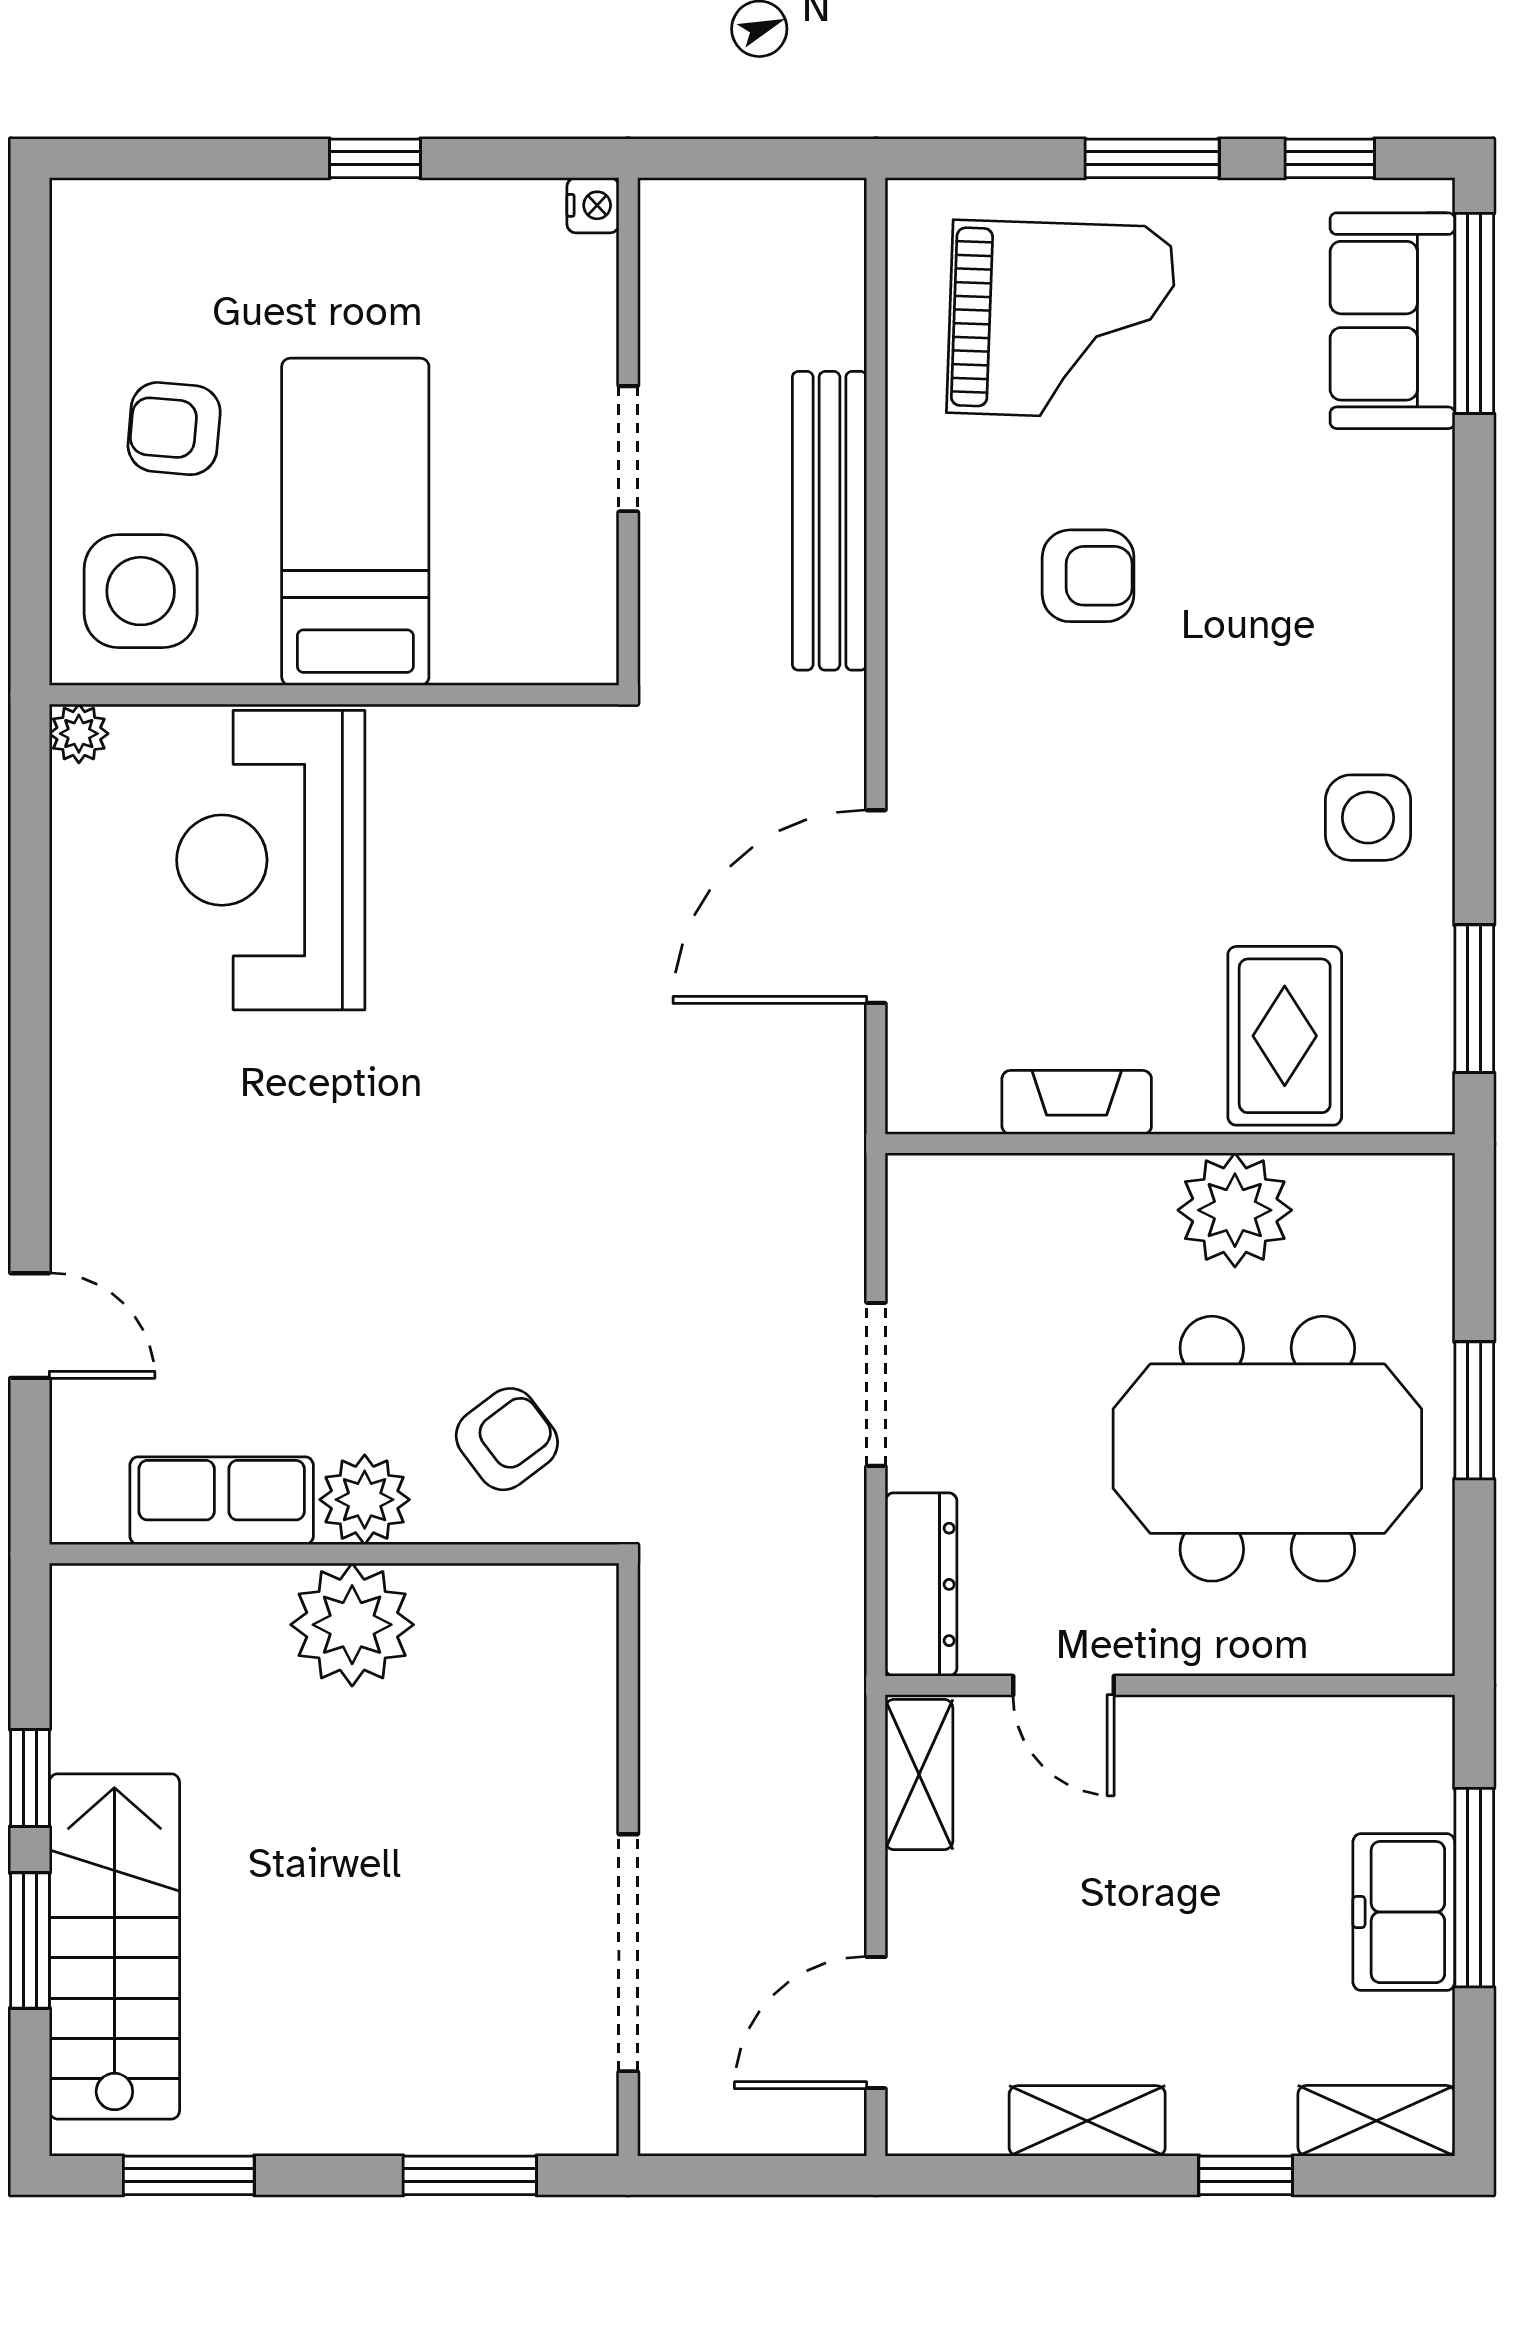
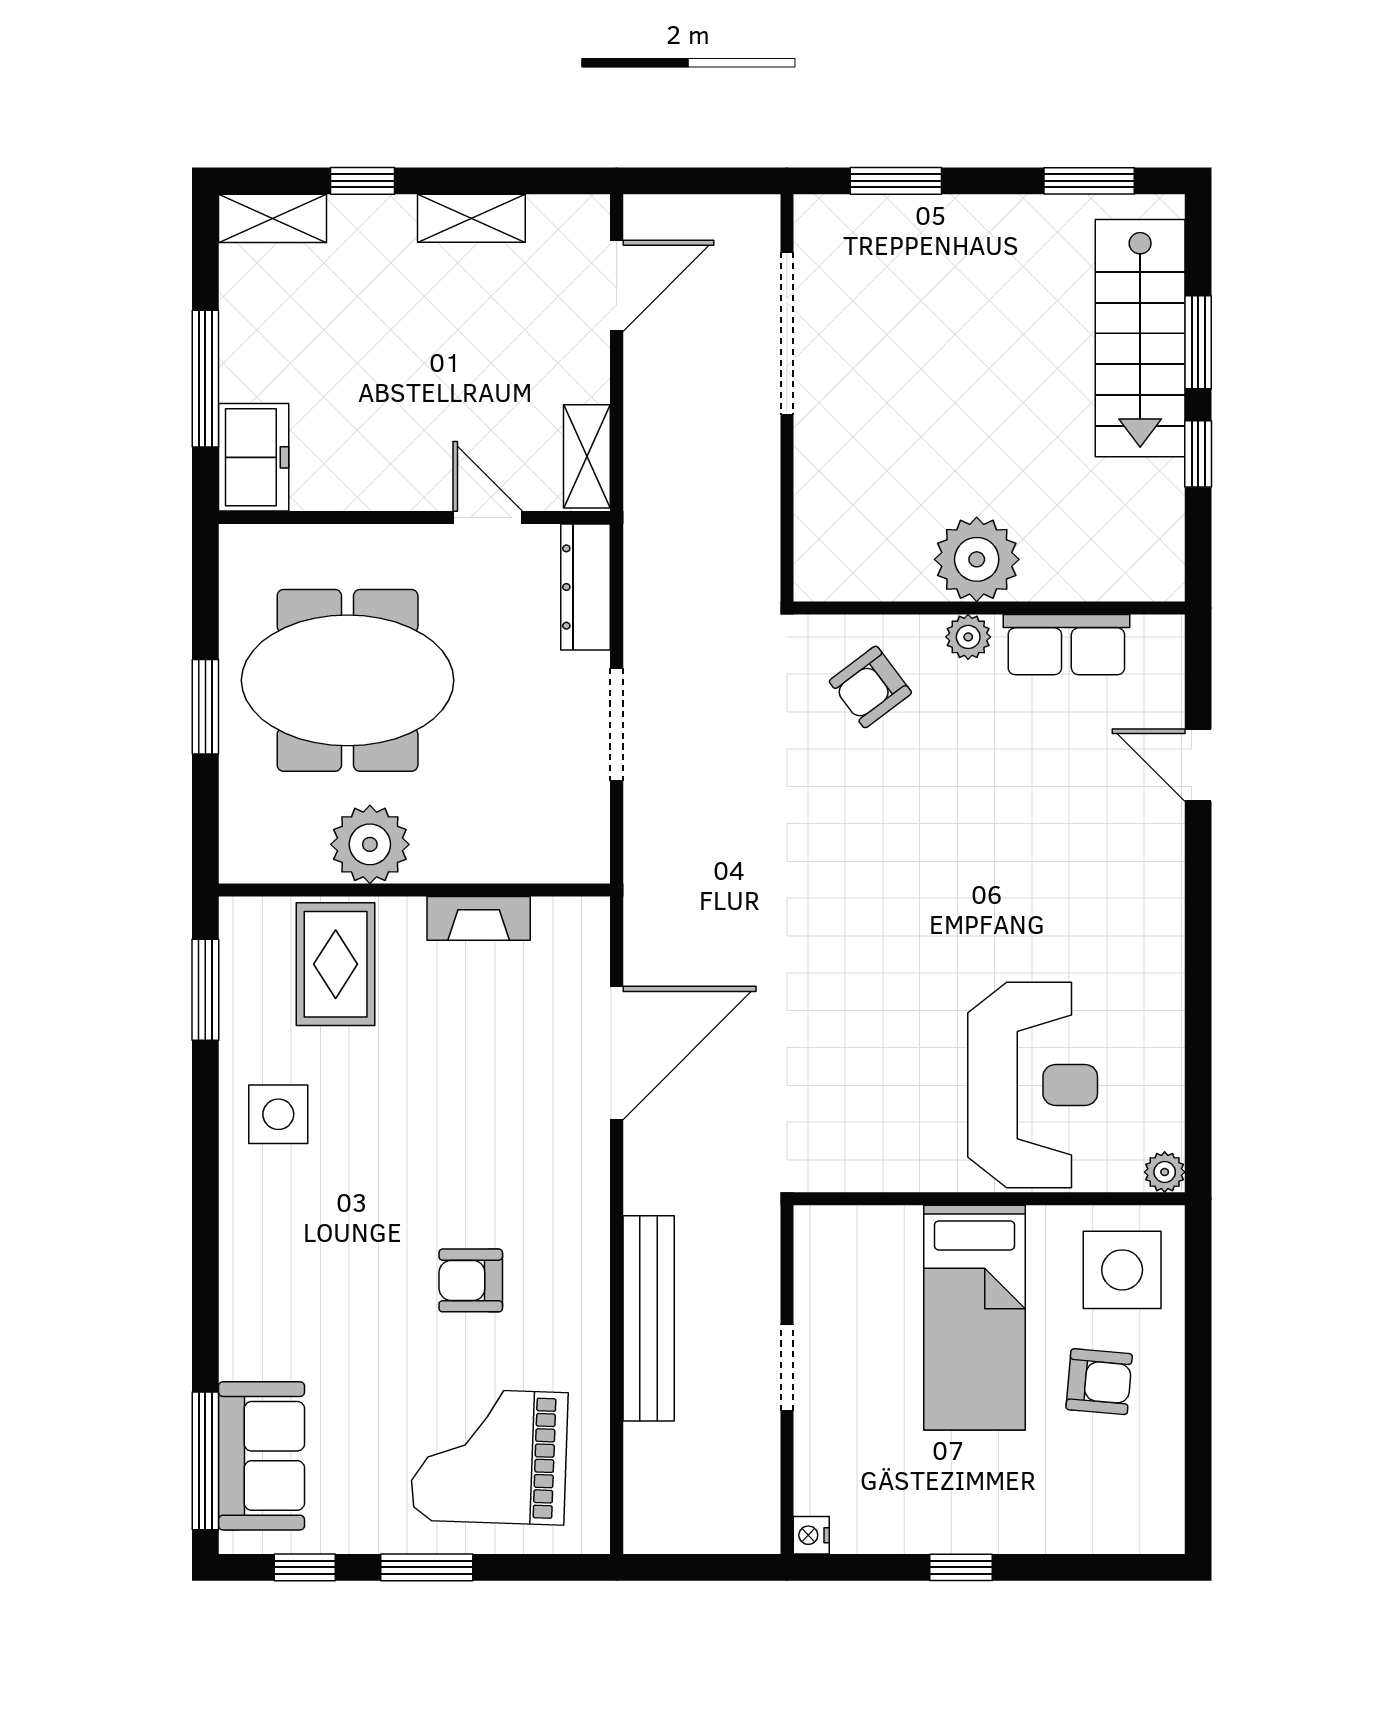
plant: (365, 1500) -> (968, 637), width x0.73, depth x0.73
freezer: (1404, 1912) -> (254, 457), moved

